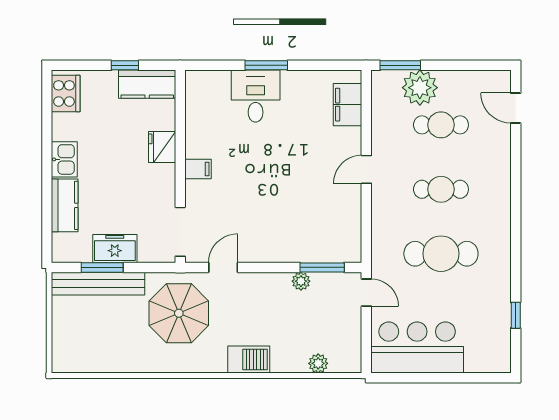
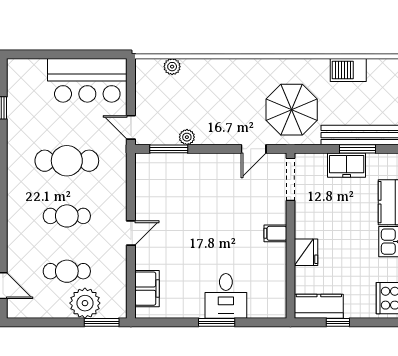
barbecue: (249, 360) -> (348, 70), moved

